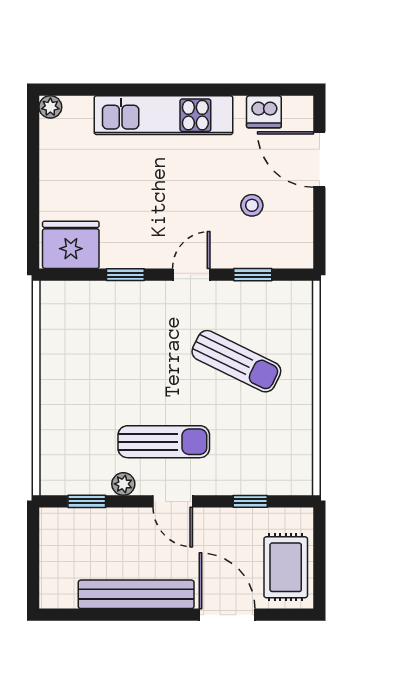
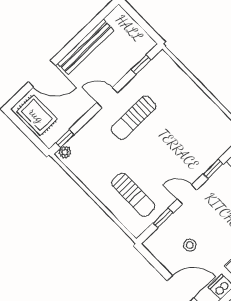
door: (191, 275) -> (187, 194), swing flipped
sun lounger: (236, 361) -> (133, 195), moved, turned -116
plant: (123, 484) -> (65, 152), moved
window: (250, 501) -> (65, 139), moved

